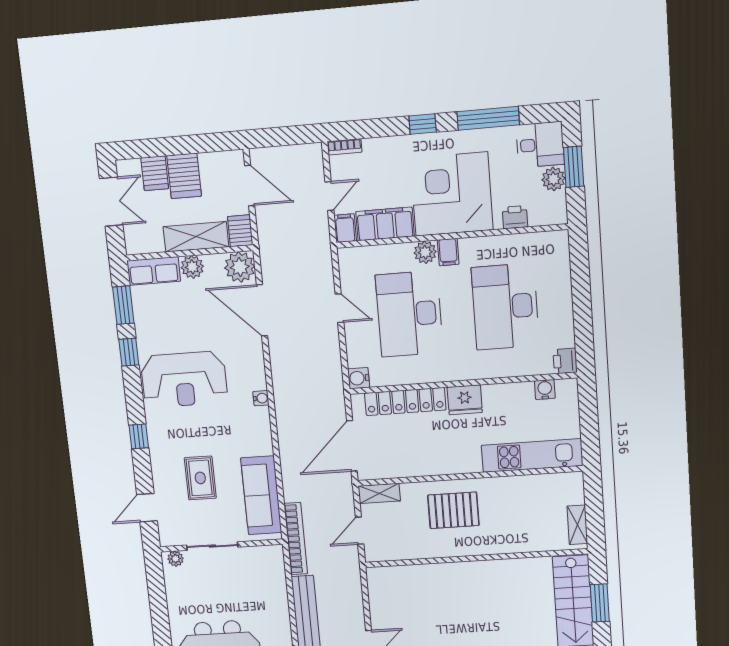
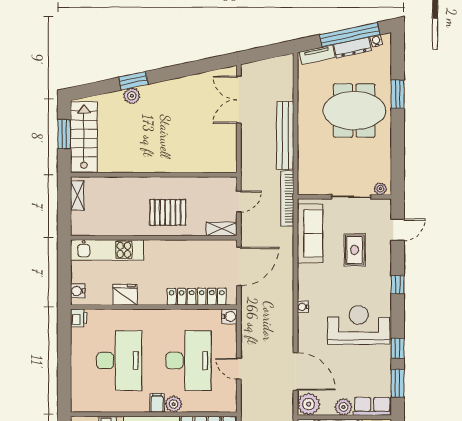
water cooler: (545, 390) -> (78, 291), moved, turned 90
fridge: (465, 400) -> (125, 295), moved

